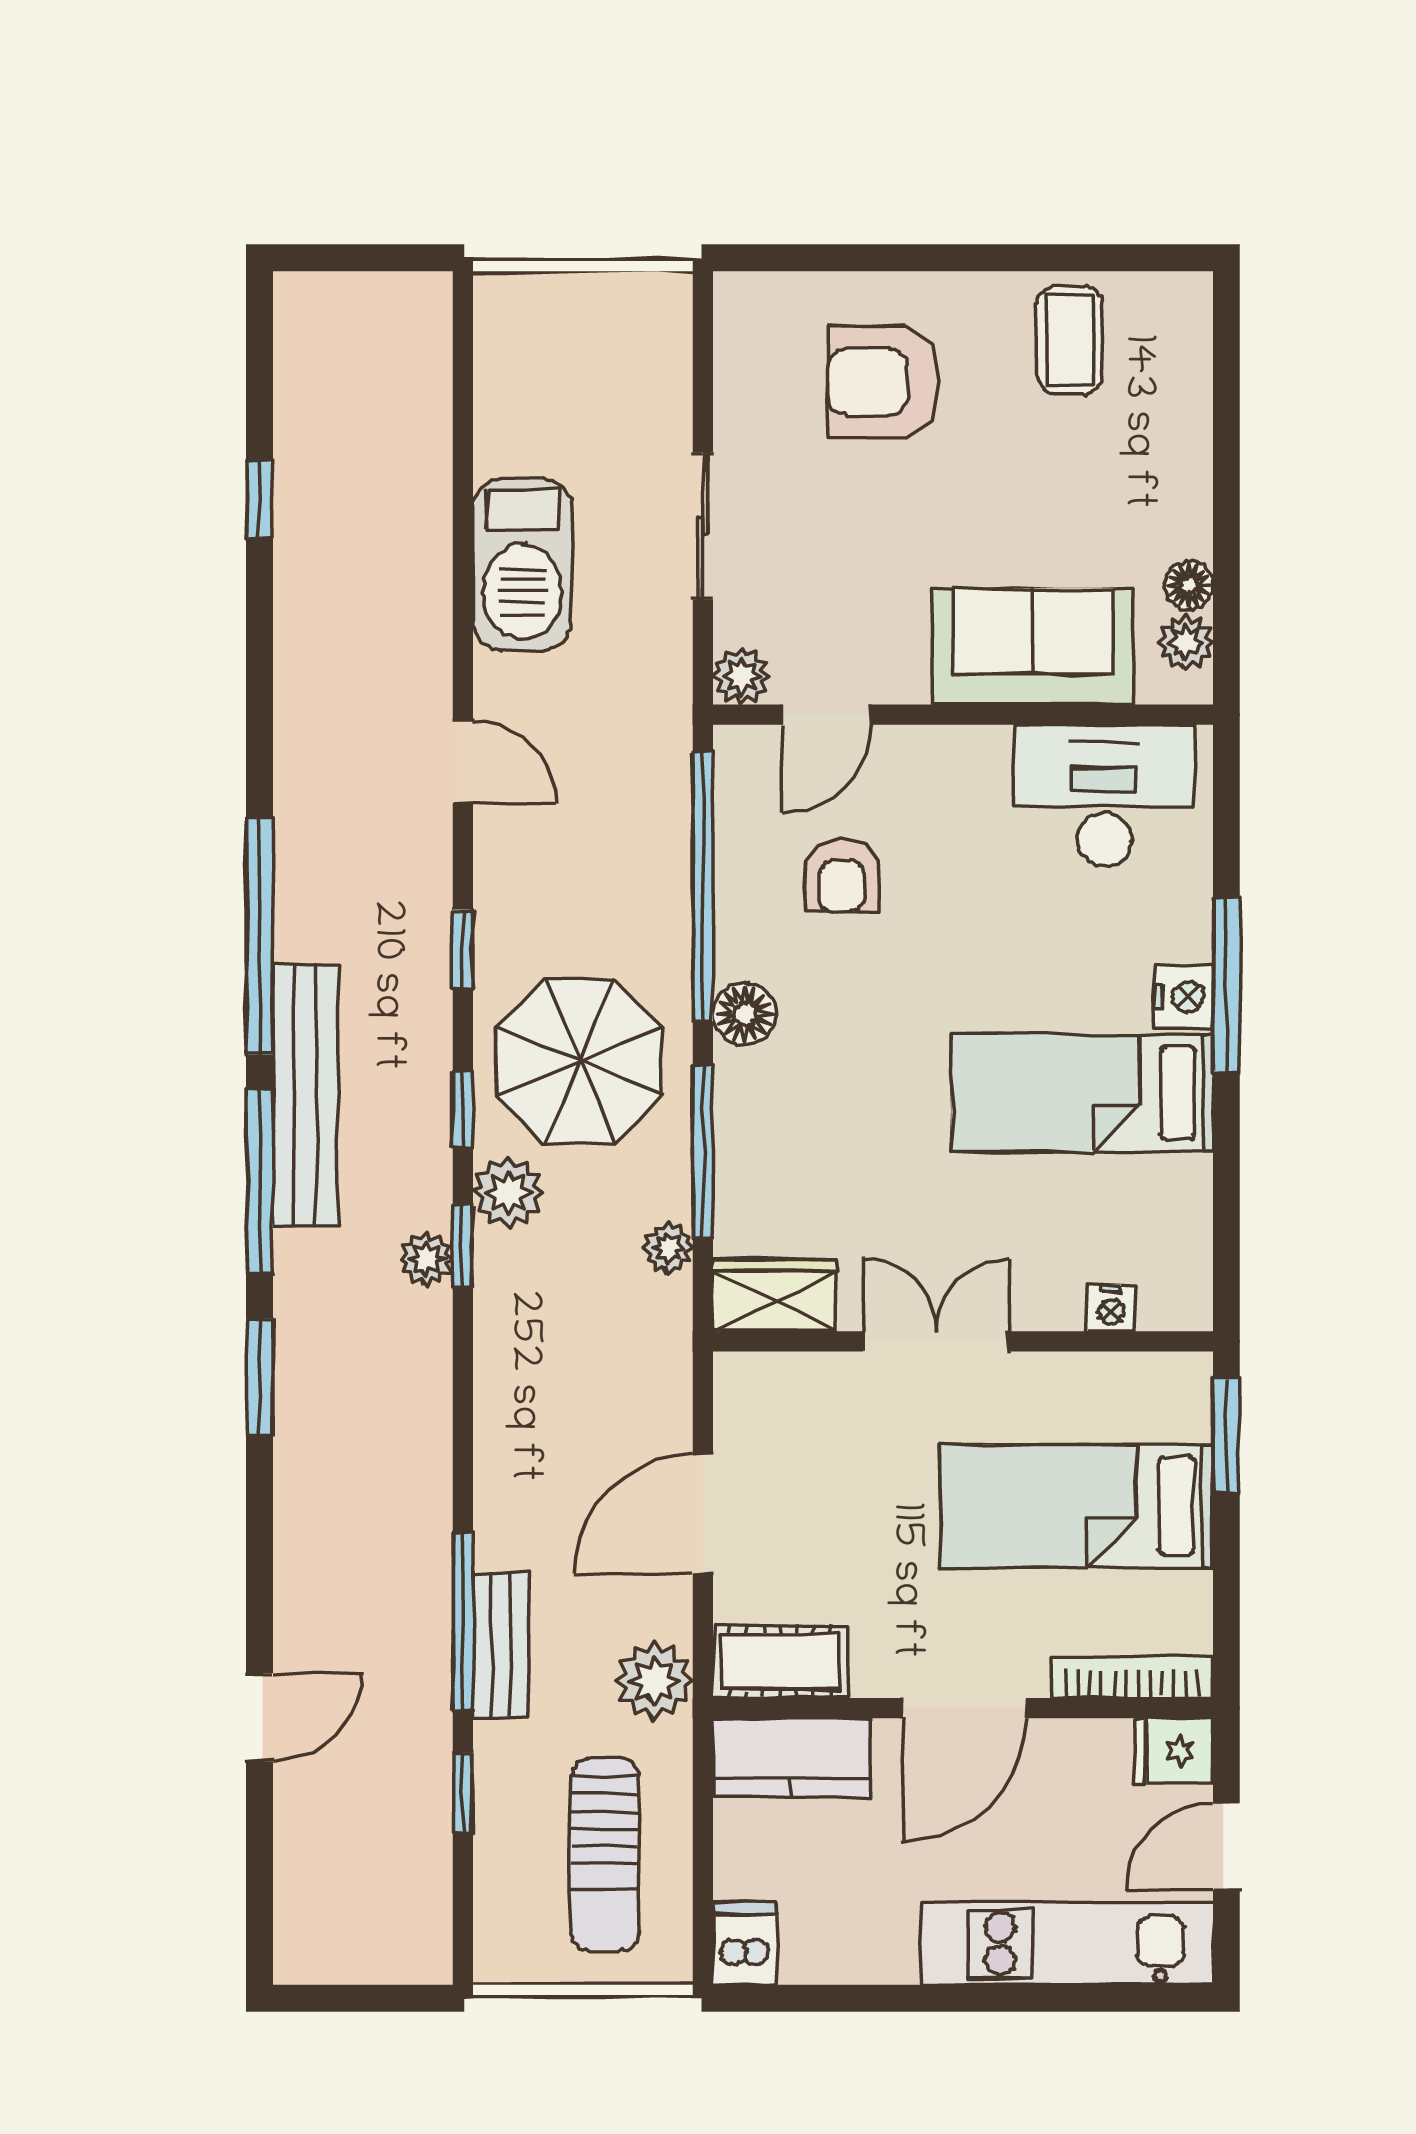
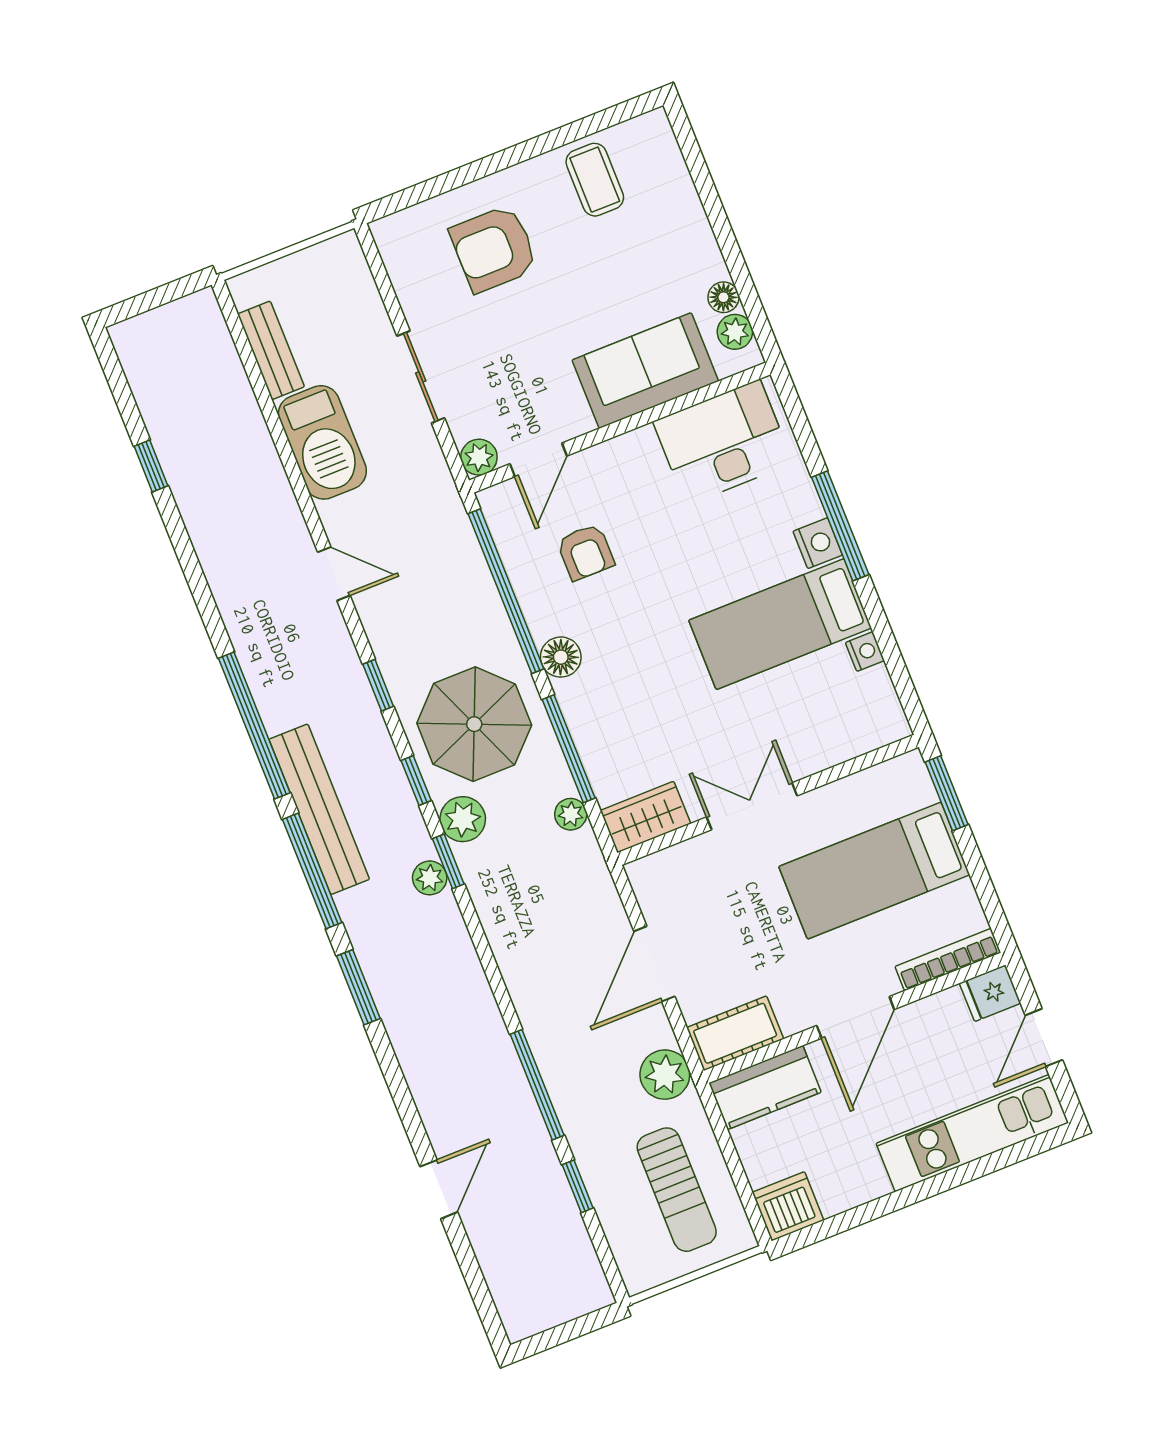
nightstand: (1111, 1308) -> (865, 652), moved, turned -90
bench: (501, 1645) -> (271, 350), moved
dishwasher: (745, 1944) -> (788, 1206), width x1.38

